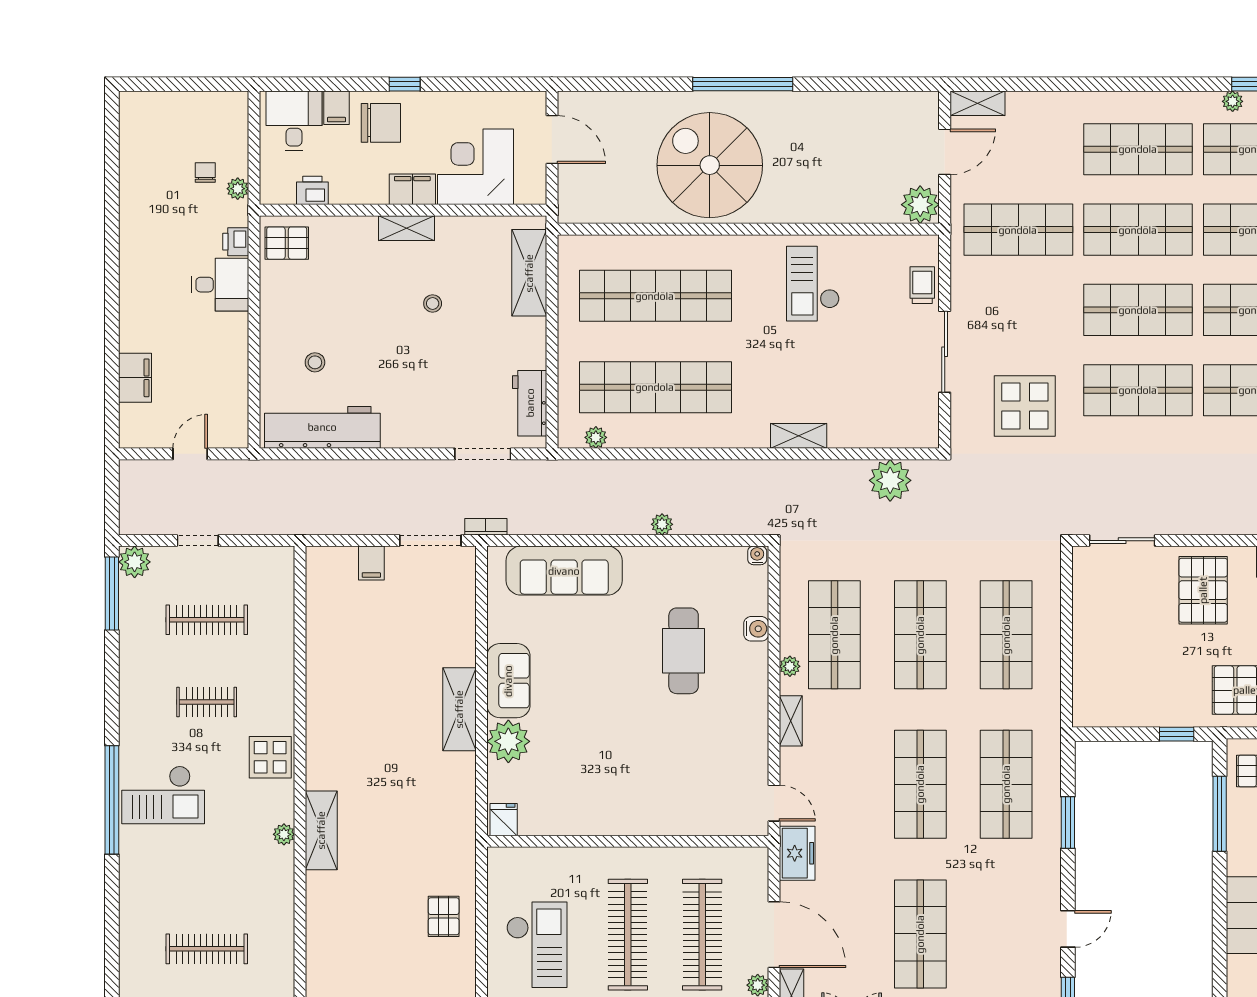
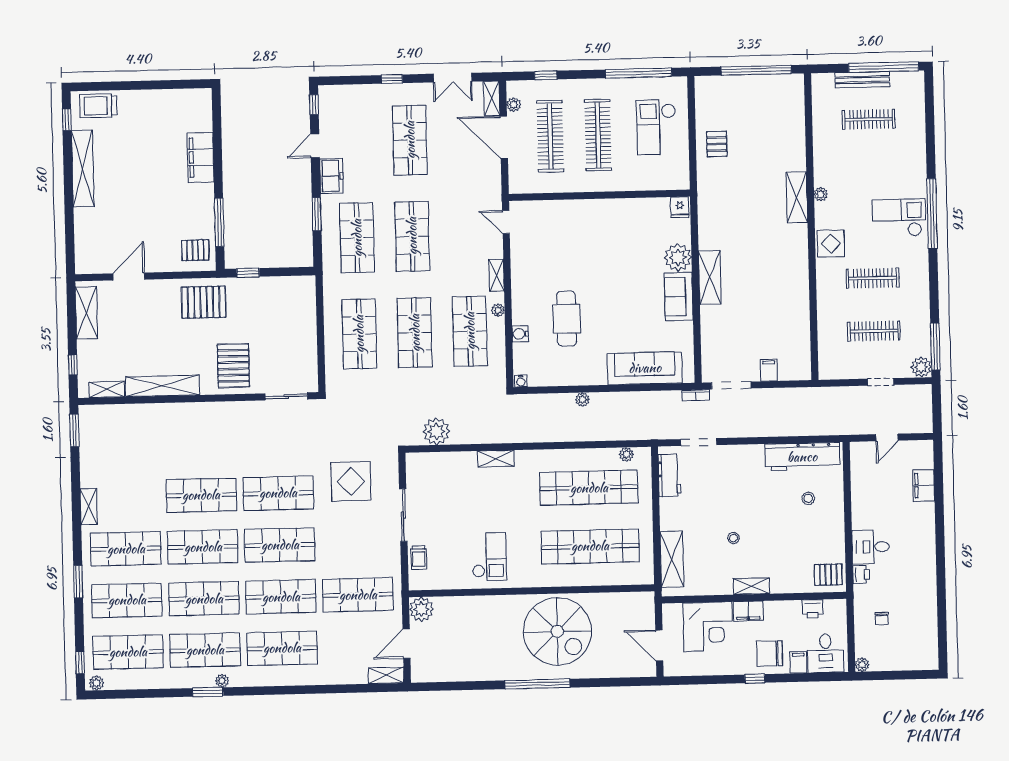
plant: (238, 189) -> (862, 665), moved
clothes rail: (207, 702) -> (873, 278), width x1.36
freezer: (797, 853) -> (331, 176), moved, turned 180

